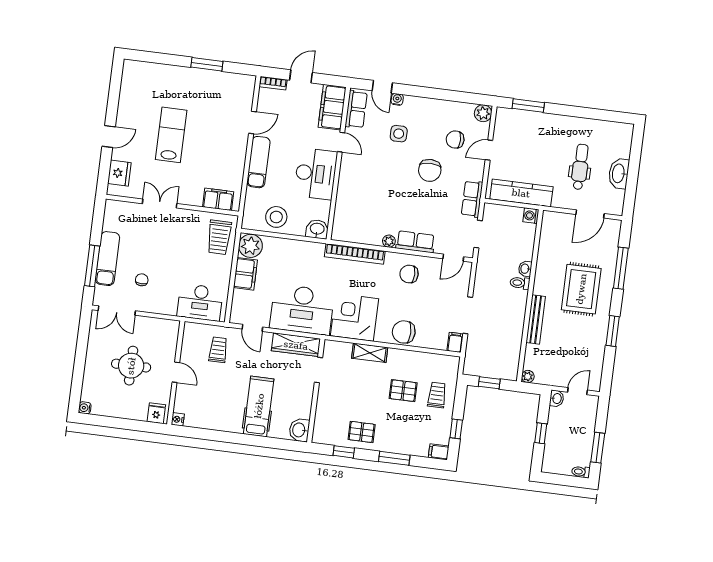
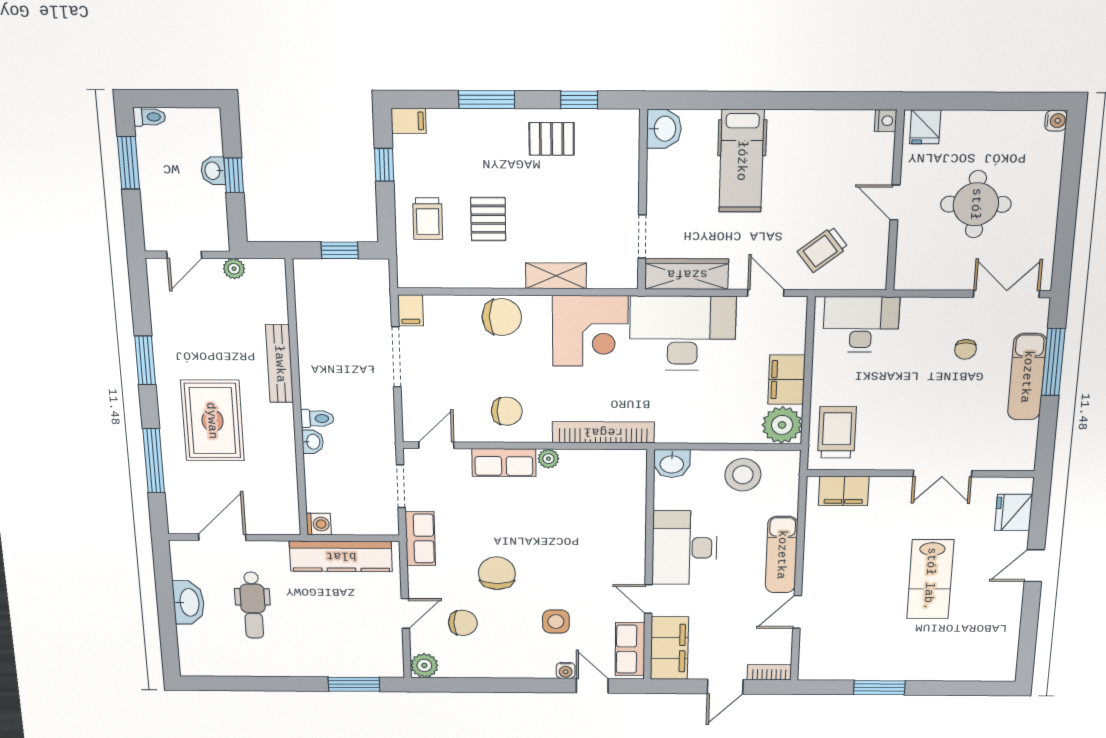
trolley: (218, 350) -> (823, 249), turned 52
plant: (528, 376) -> (234, 269), moved
pallet: (403, 391) -> (488, 219), turned 90
washbasin: (557, 399) -> (213, 171), moved

